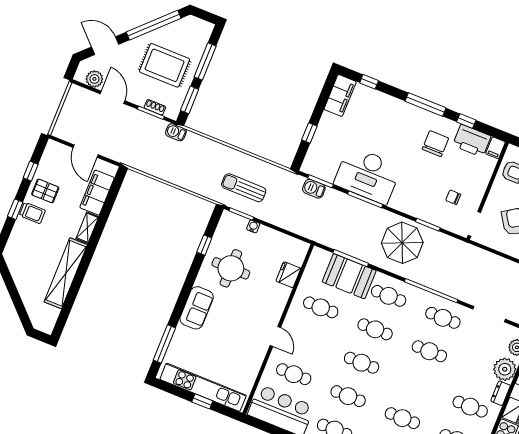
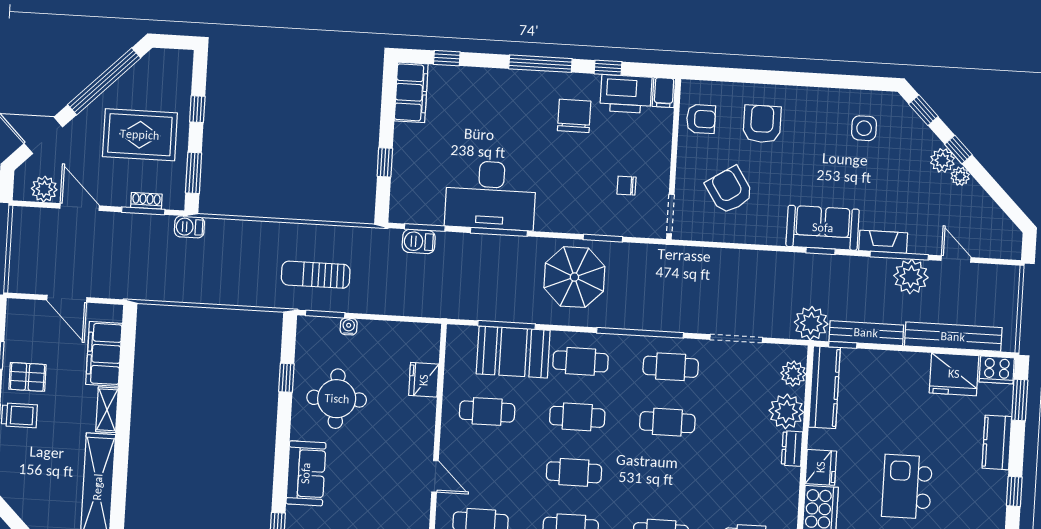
window: (205, 61) -> (197, 109), width x0.46
cafe table: (470, 407) -> (754, 483), removed

